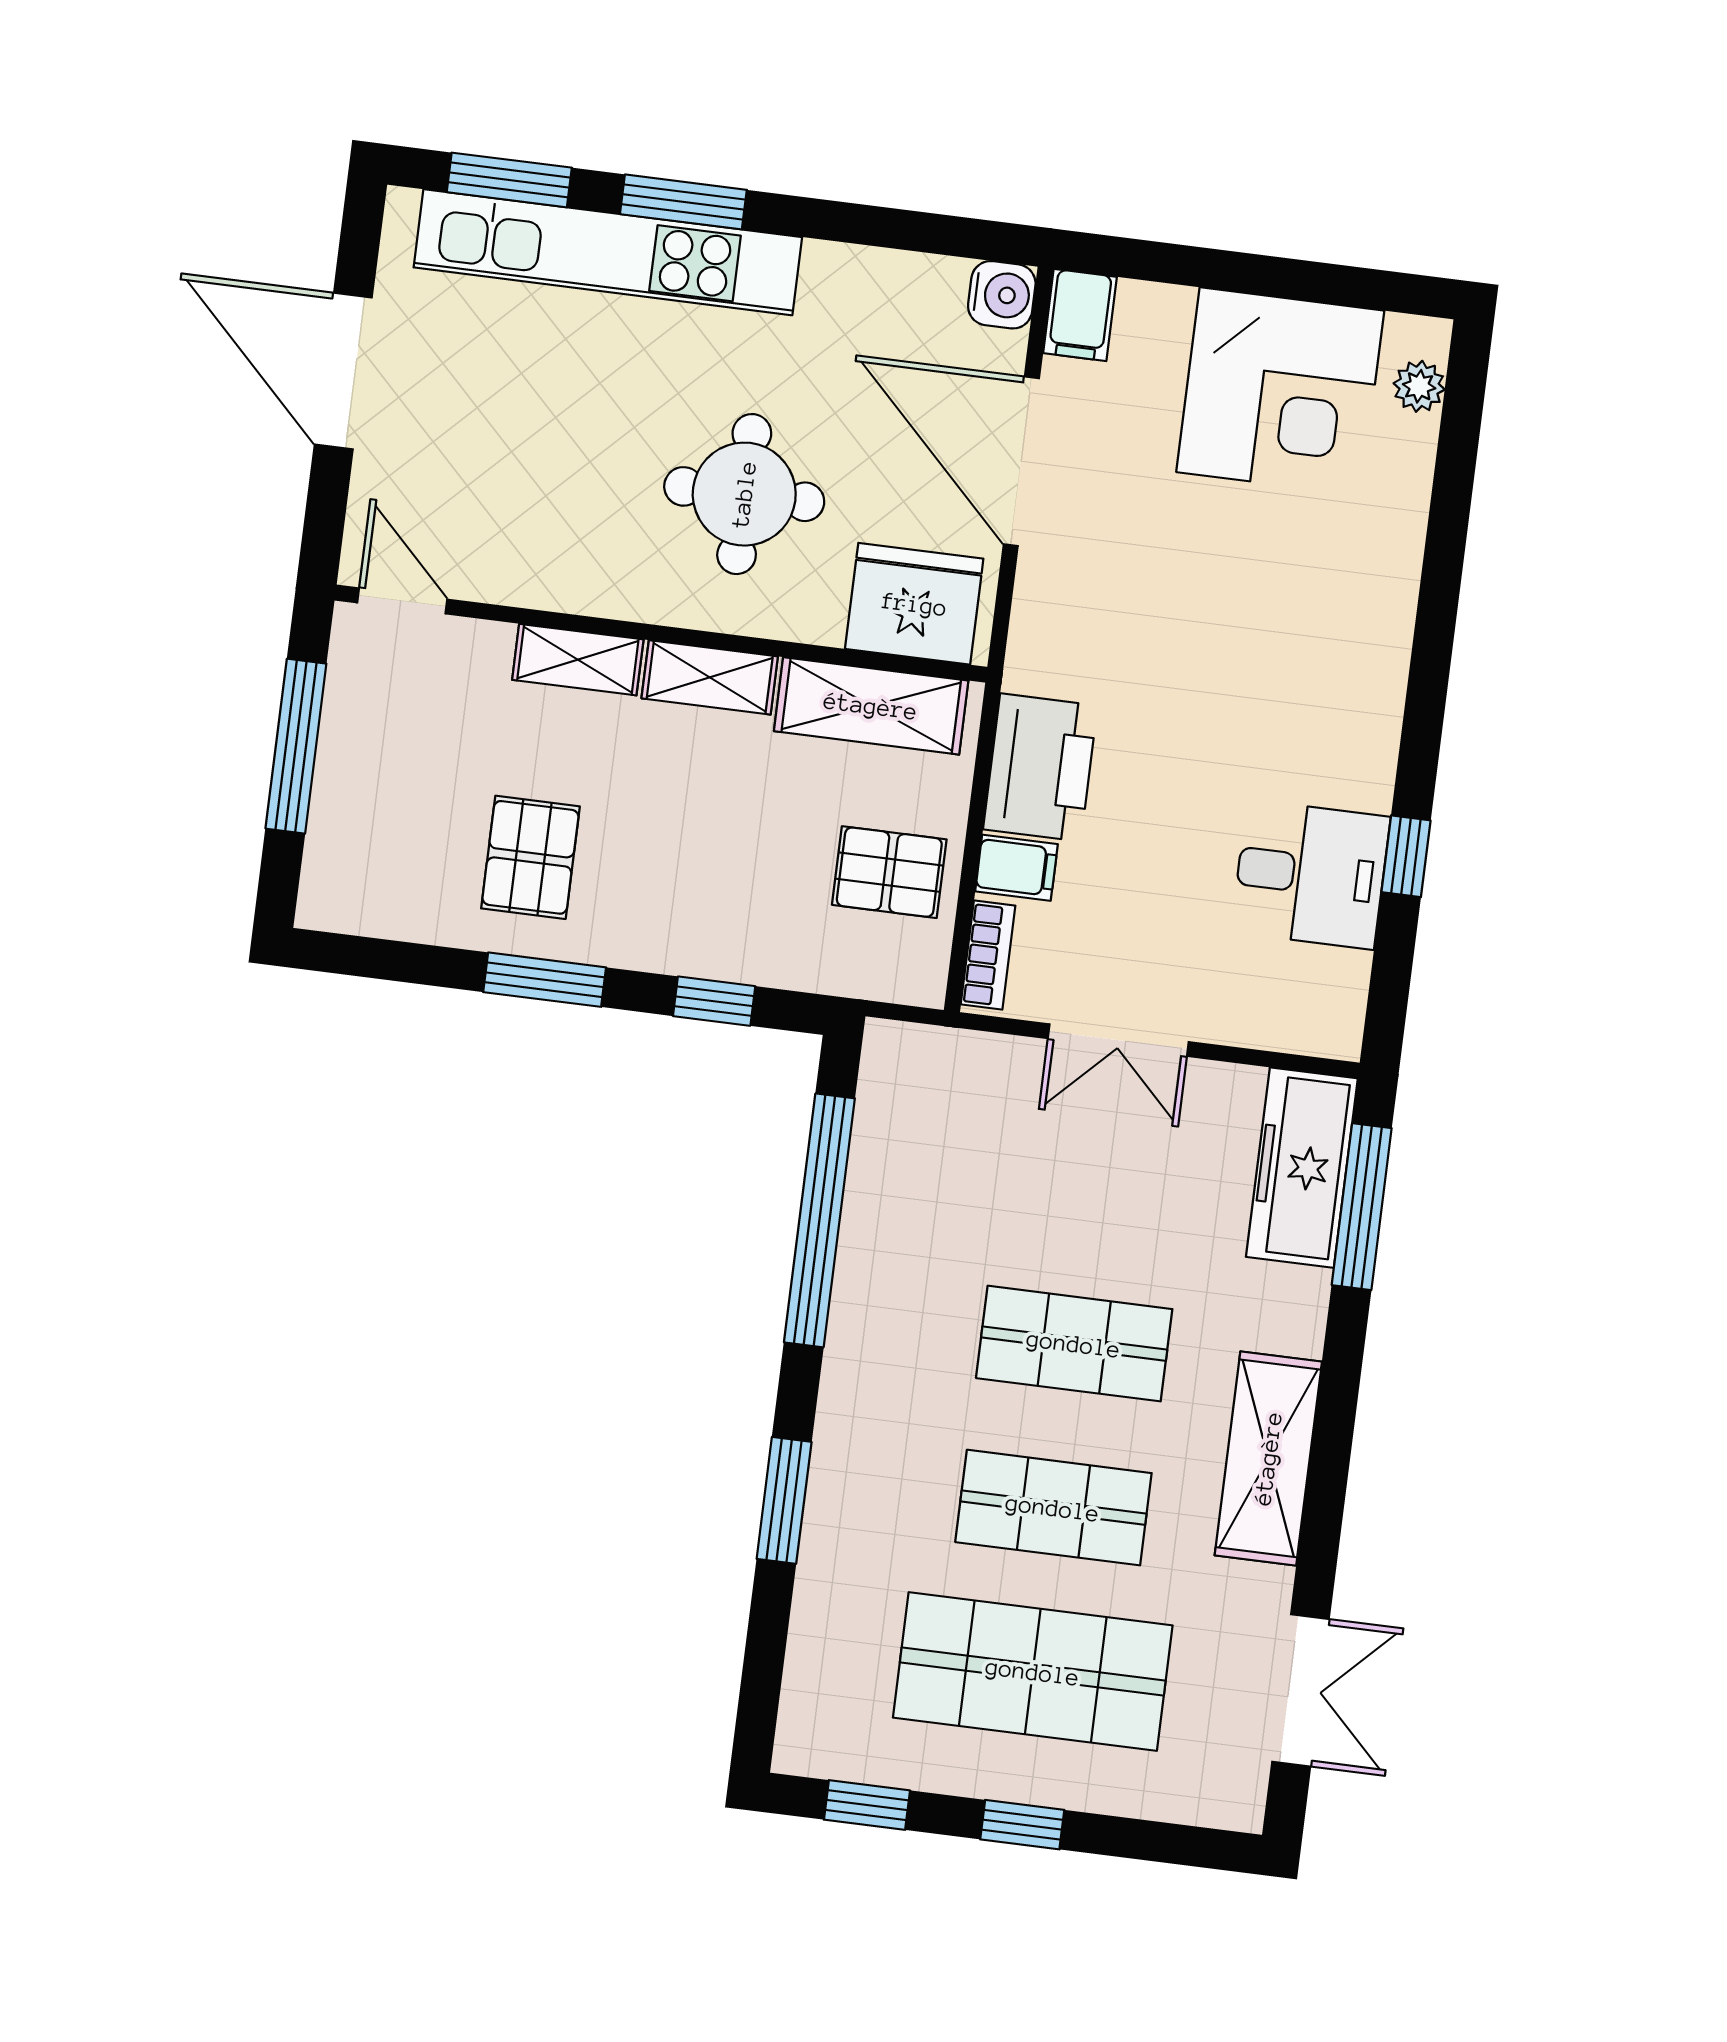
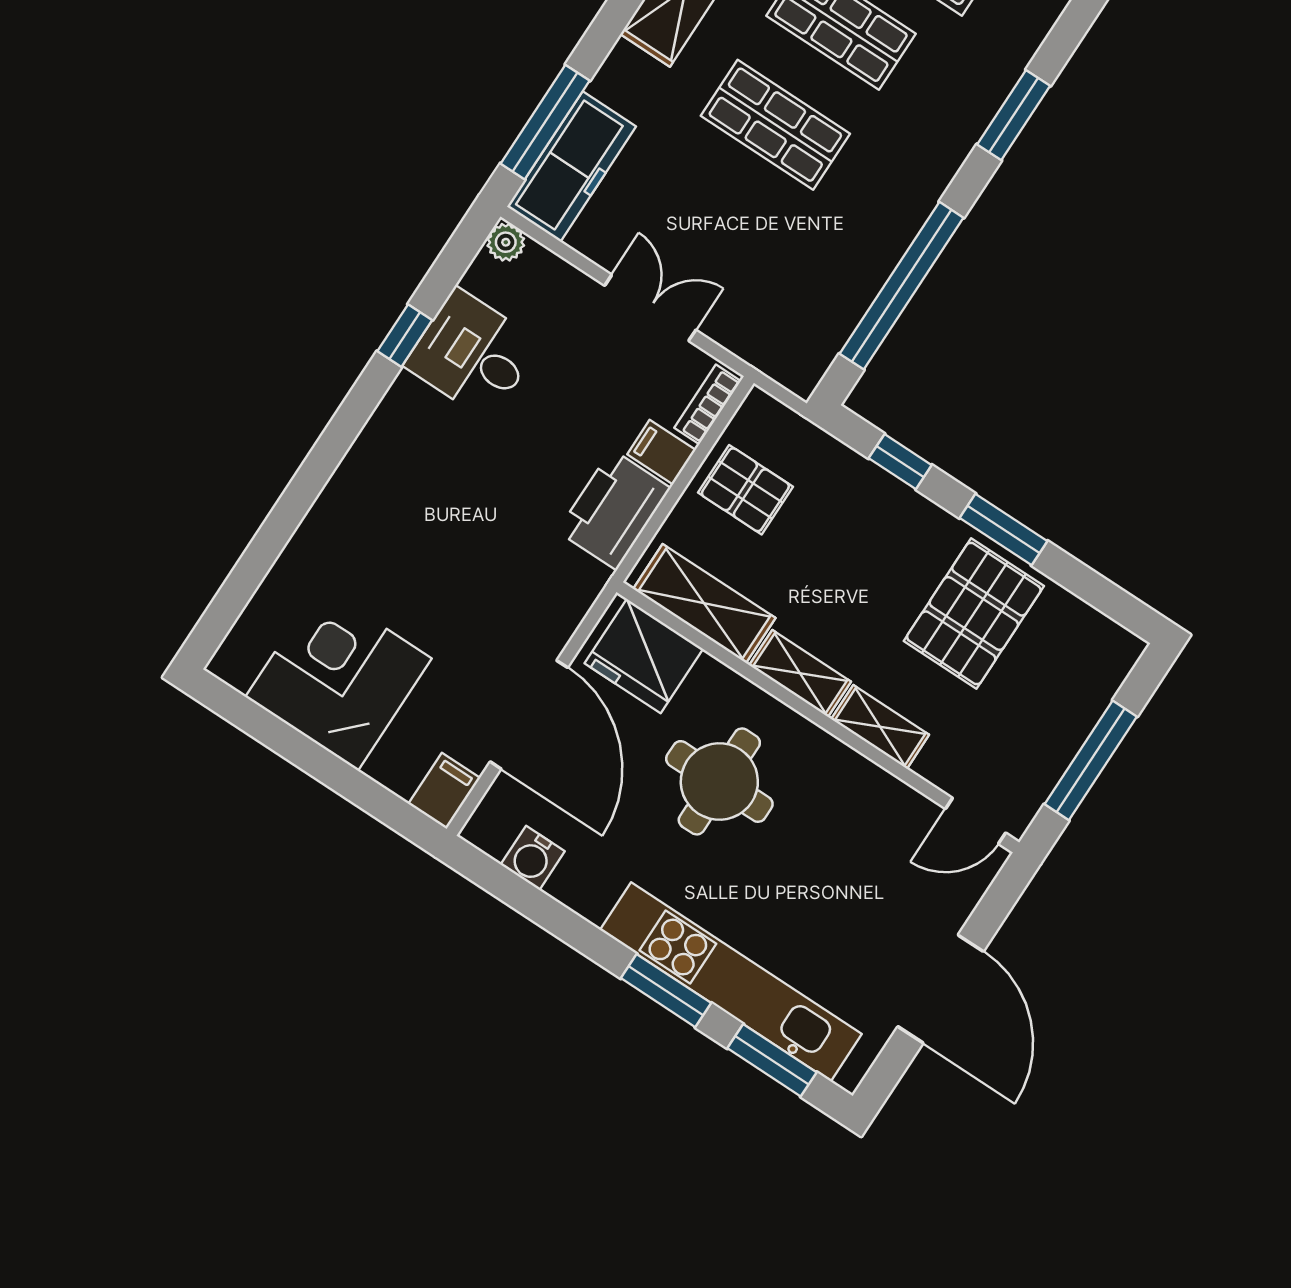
water cooler: (1002, 295) -> (533, 858), moved, turned -90
plant: (1419, 386) -> (506, 242), moved
door: (402, 601) -> (975, 821), hinge flipped
pallet: (530, 857) -> (974, 614), width x1.50, depth x1.42

